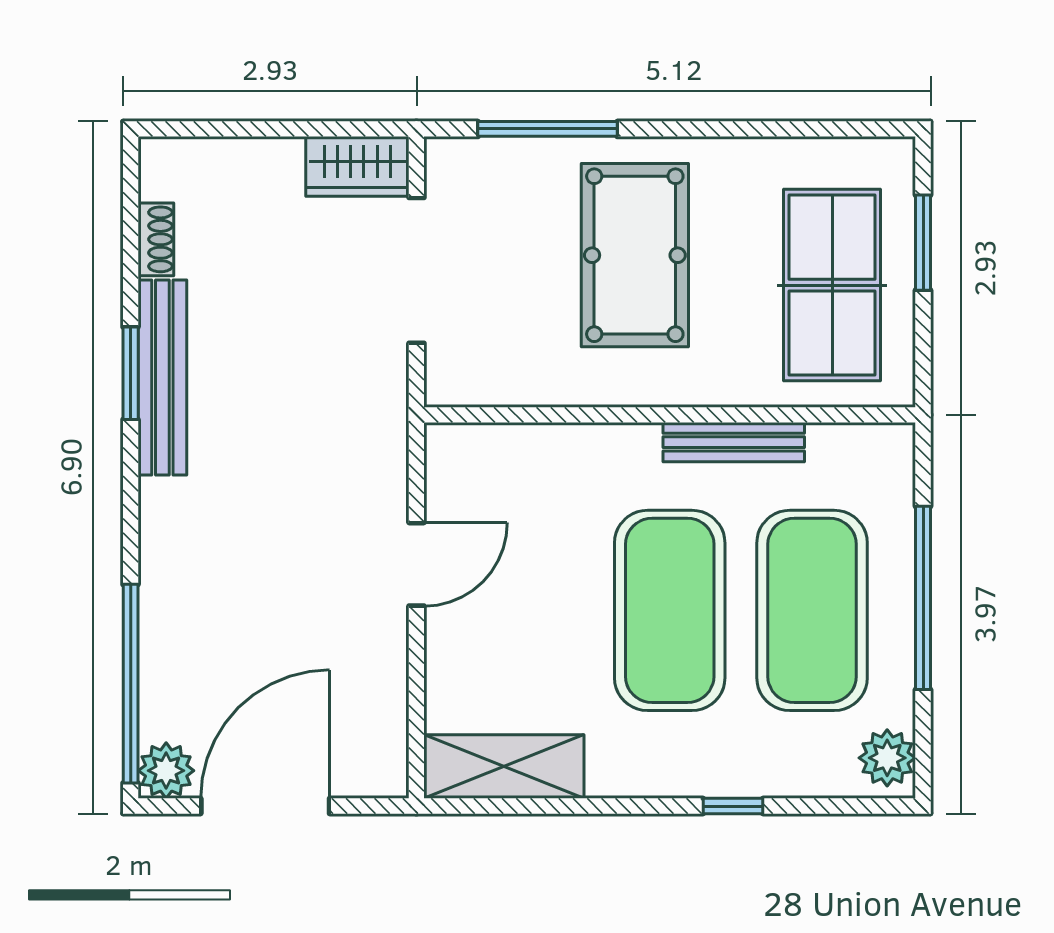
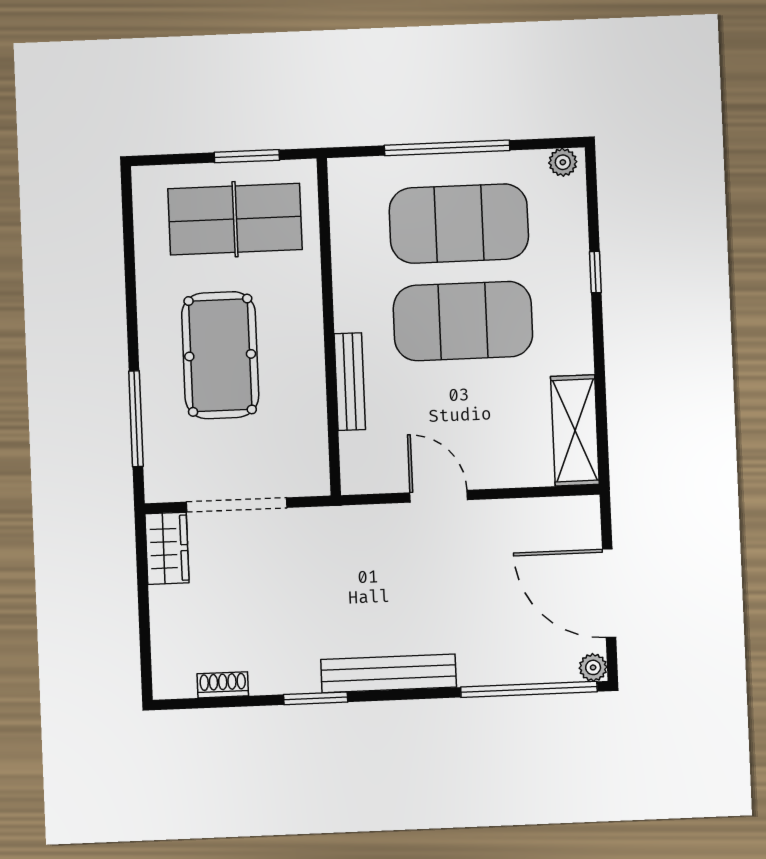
window: (923, 243) -> (247, 156), moved
pool table: (635, 255) -> (220, 355), turned 90
bench: (162, 377) -> (389, 673), moved
bench: (734, 442) -> (350, 382), moved
plant: (887, 758) -> (563, 162), width x0.73, depth x0.73
plant: (166, 771) -> (593, 667), width x0.73, depth x0.73

